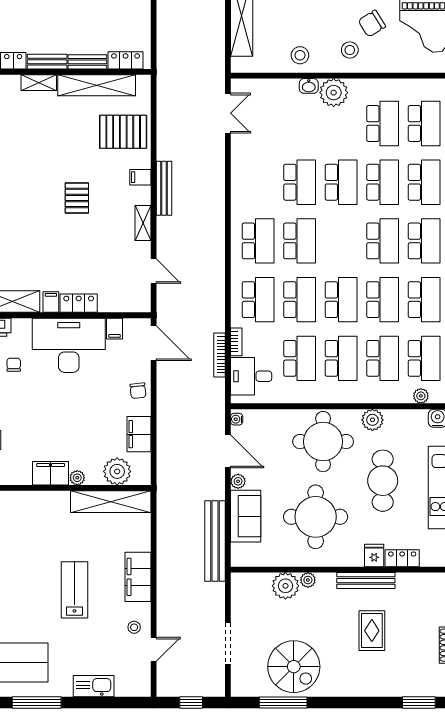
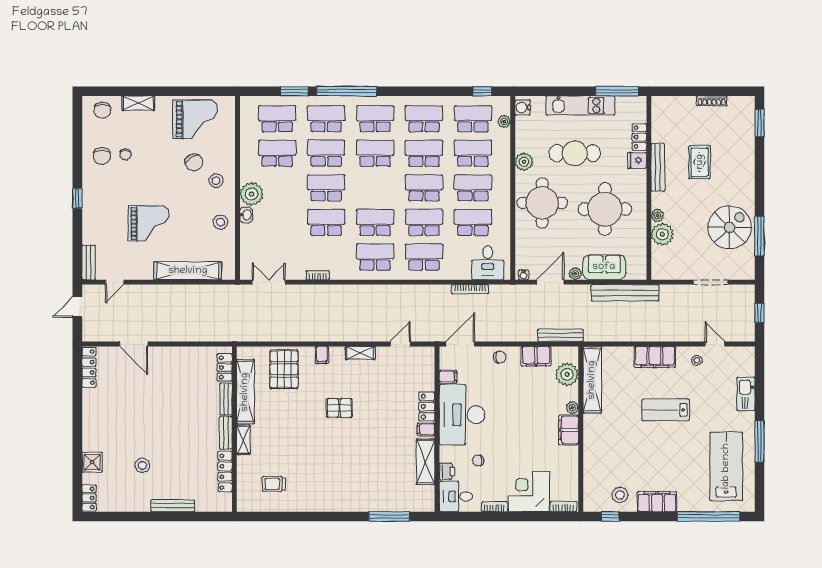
bench: (164, 188) -> (560, 335), moved
bookcase: (236, 342) -> (318, 275), moved
rug: (372, 631) -> (700, 162), turned 90

